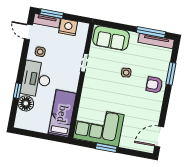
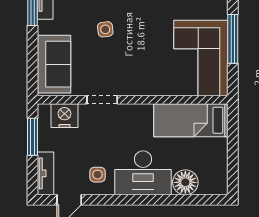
window: (52, 14) -> (32, 137), moved
nightstand: (68, 27) -> (64, 116), moved, turned 90
window: (17, 91) -> (167, 200), removed
window: (106, 148) -> (233, 39), width x1.44

